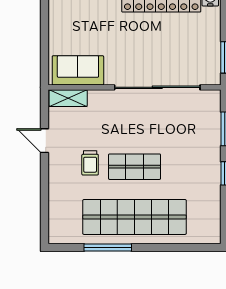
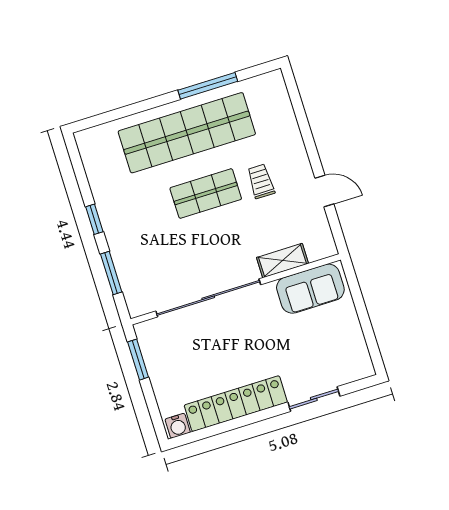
shelving: (68, 98) -> (283, 261), moved

